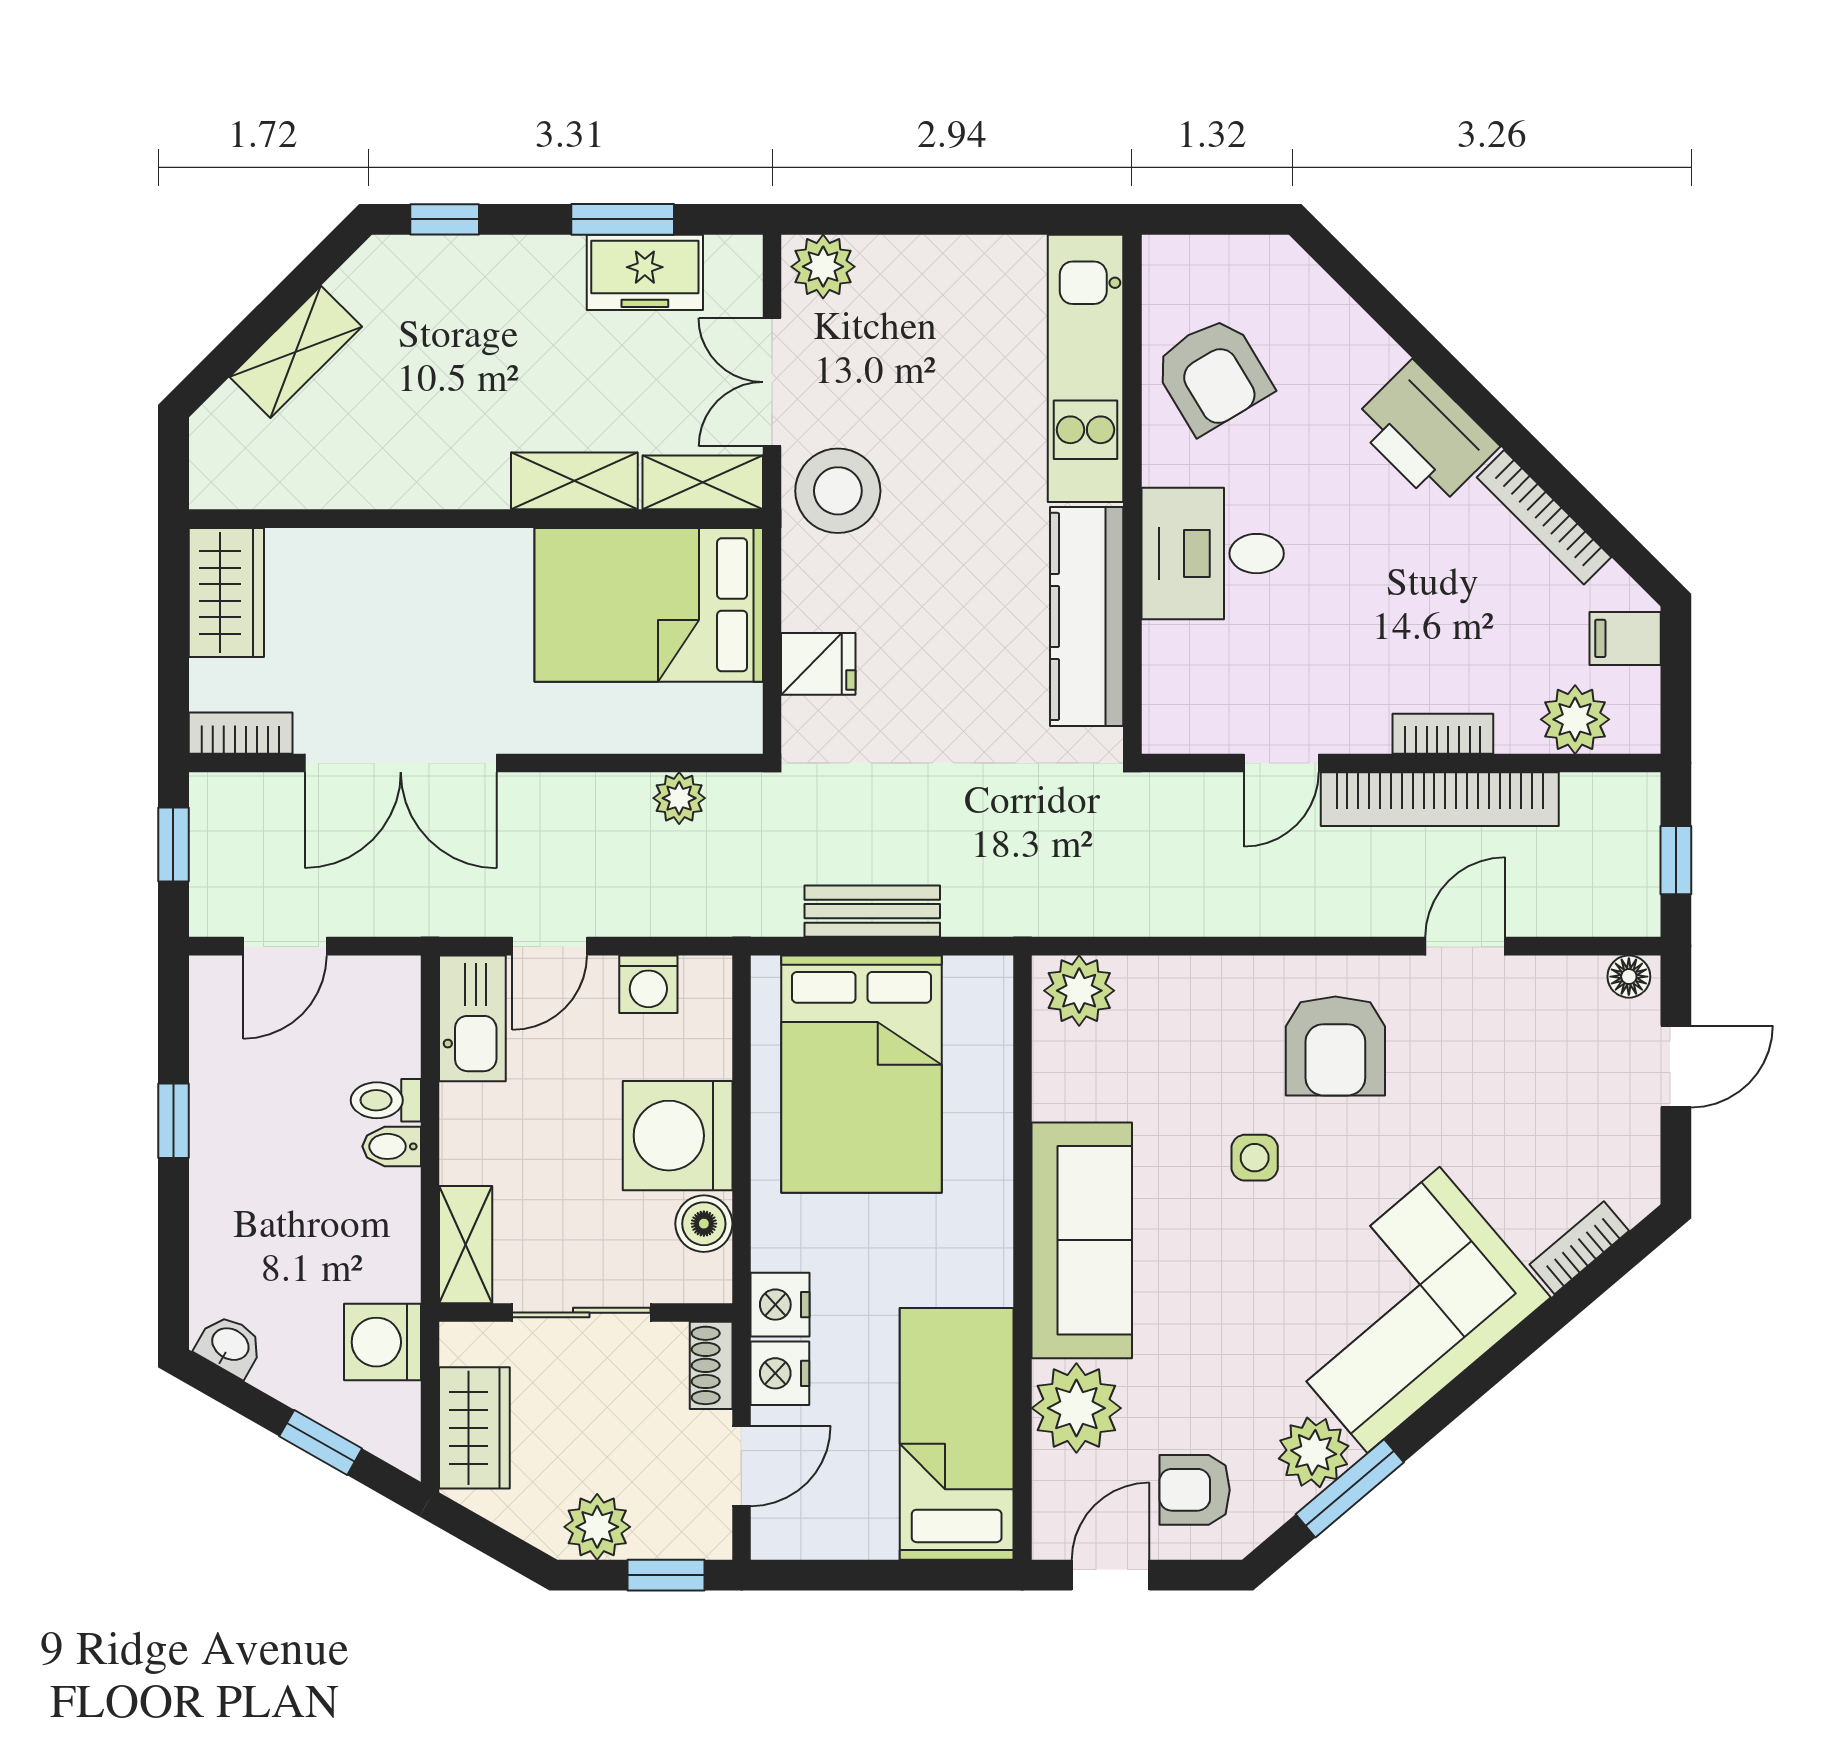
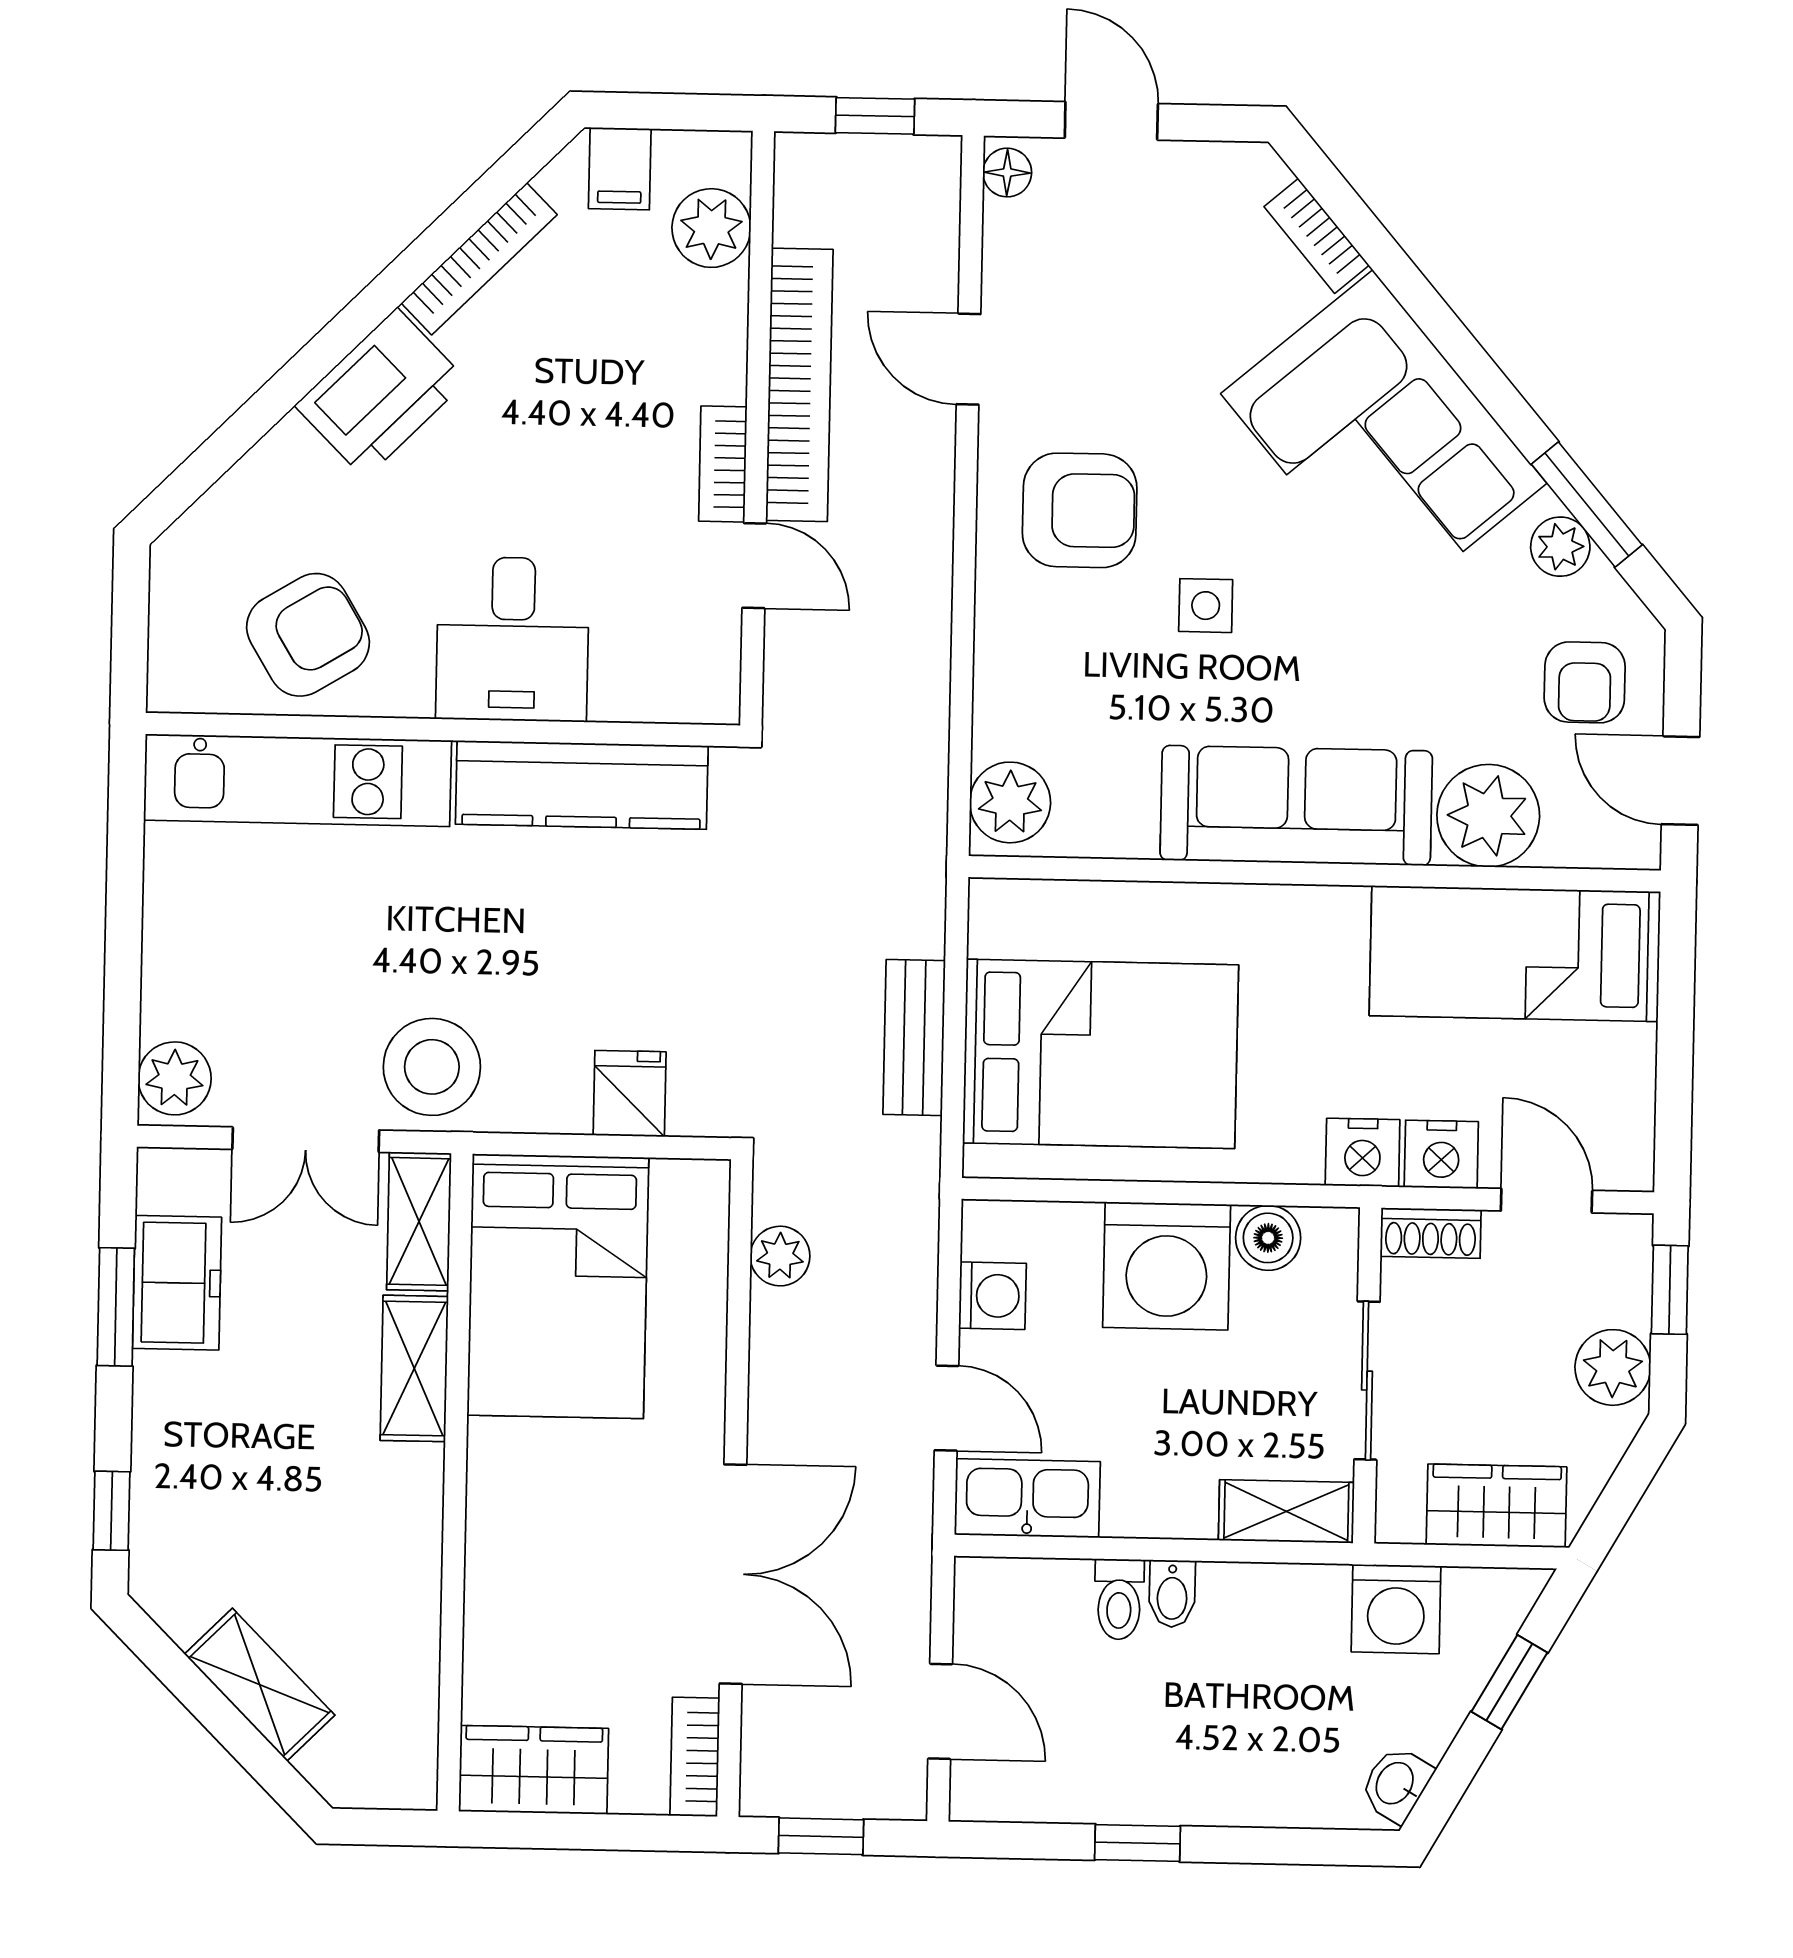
bookcase: (1443, 734) -> (723, 464), moved
plant: (1314, 1452) -> (1560, 547), width x0.73, depth x0.73

